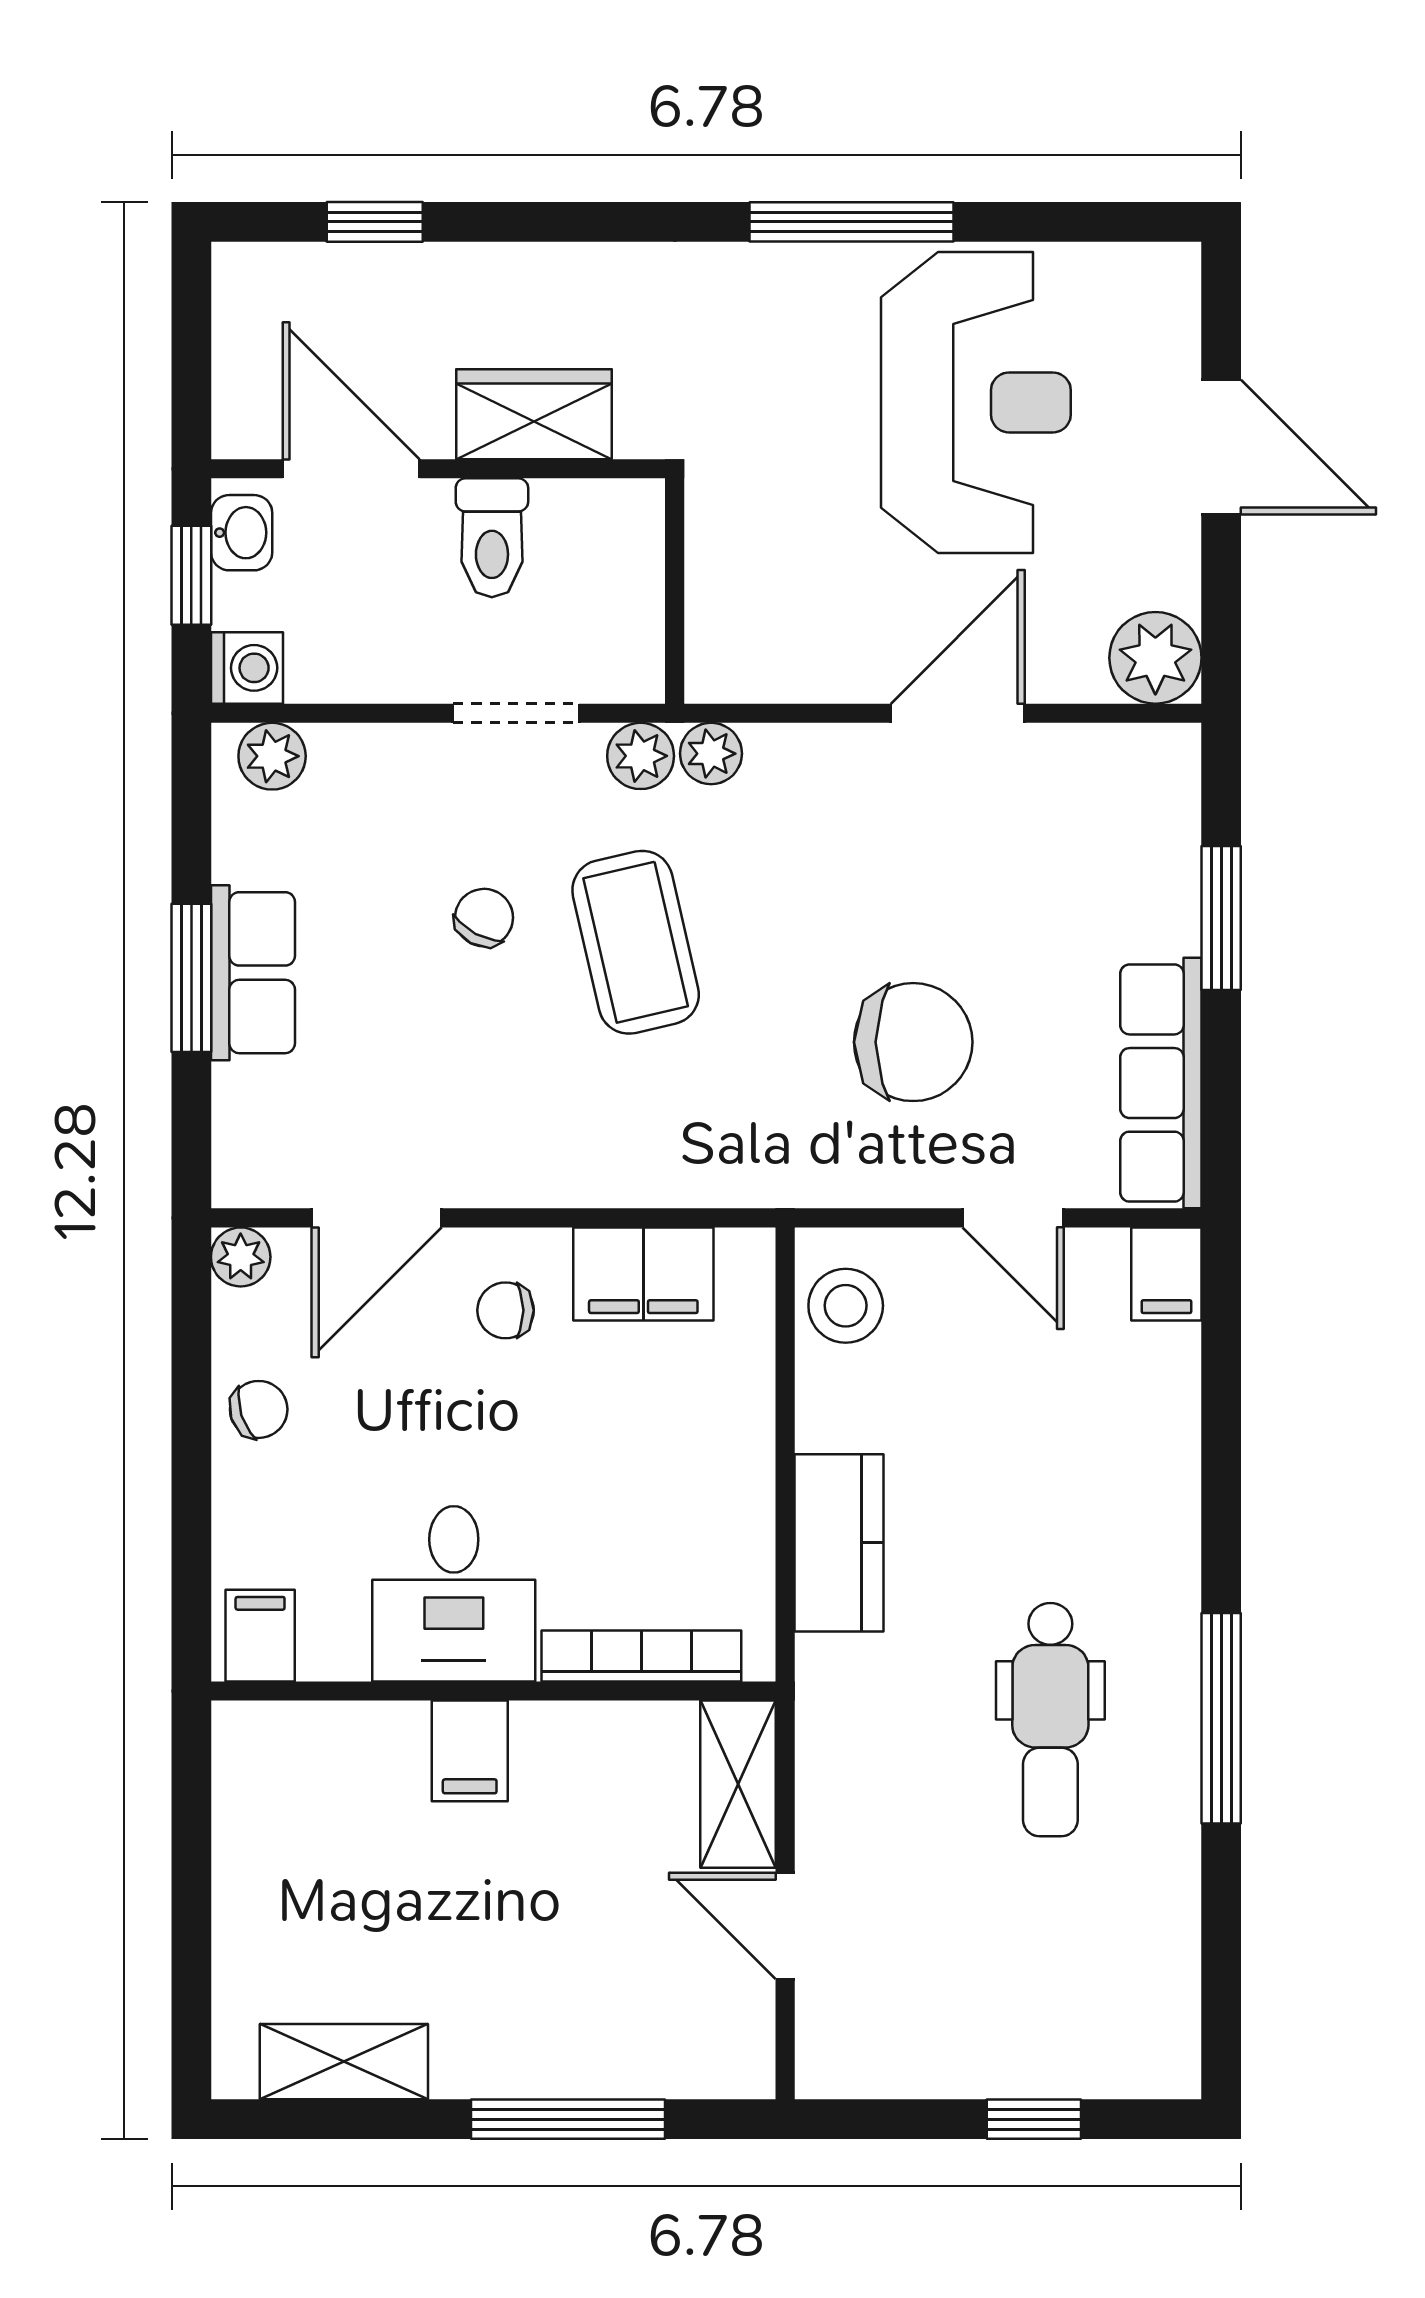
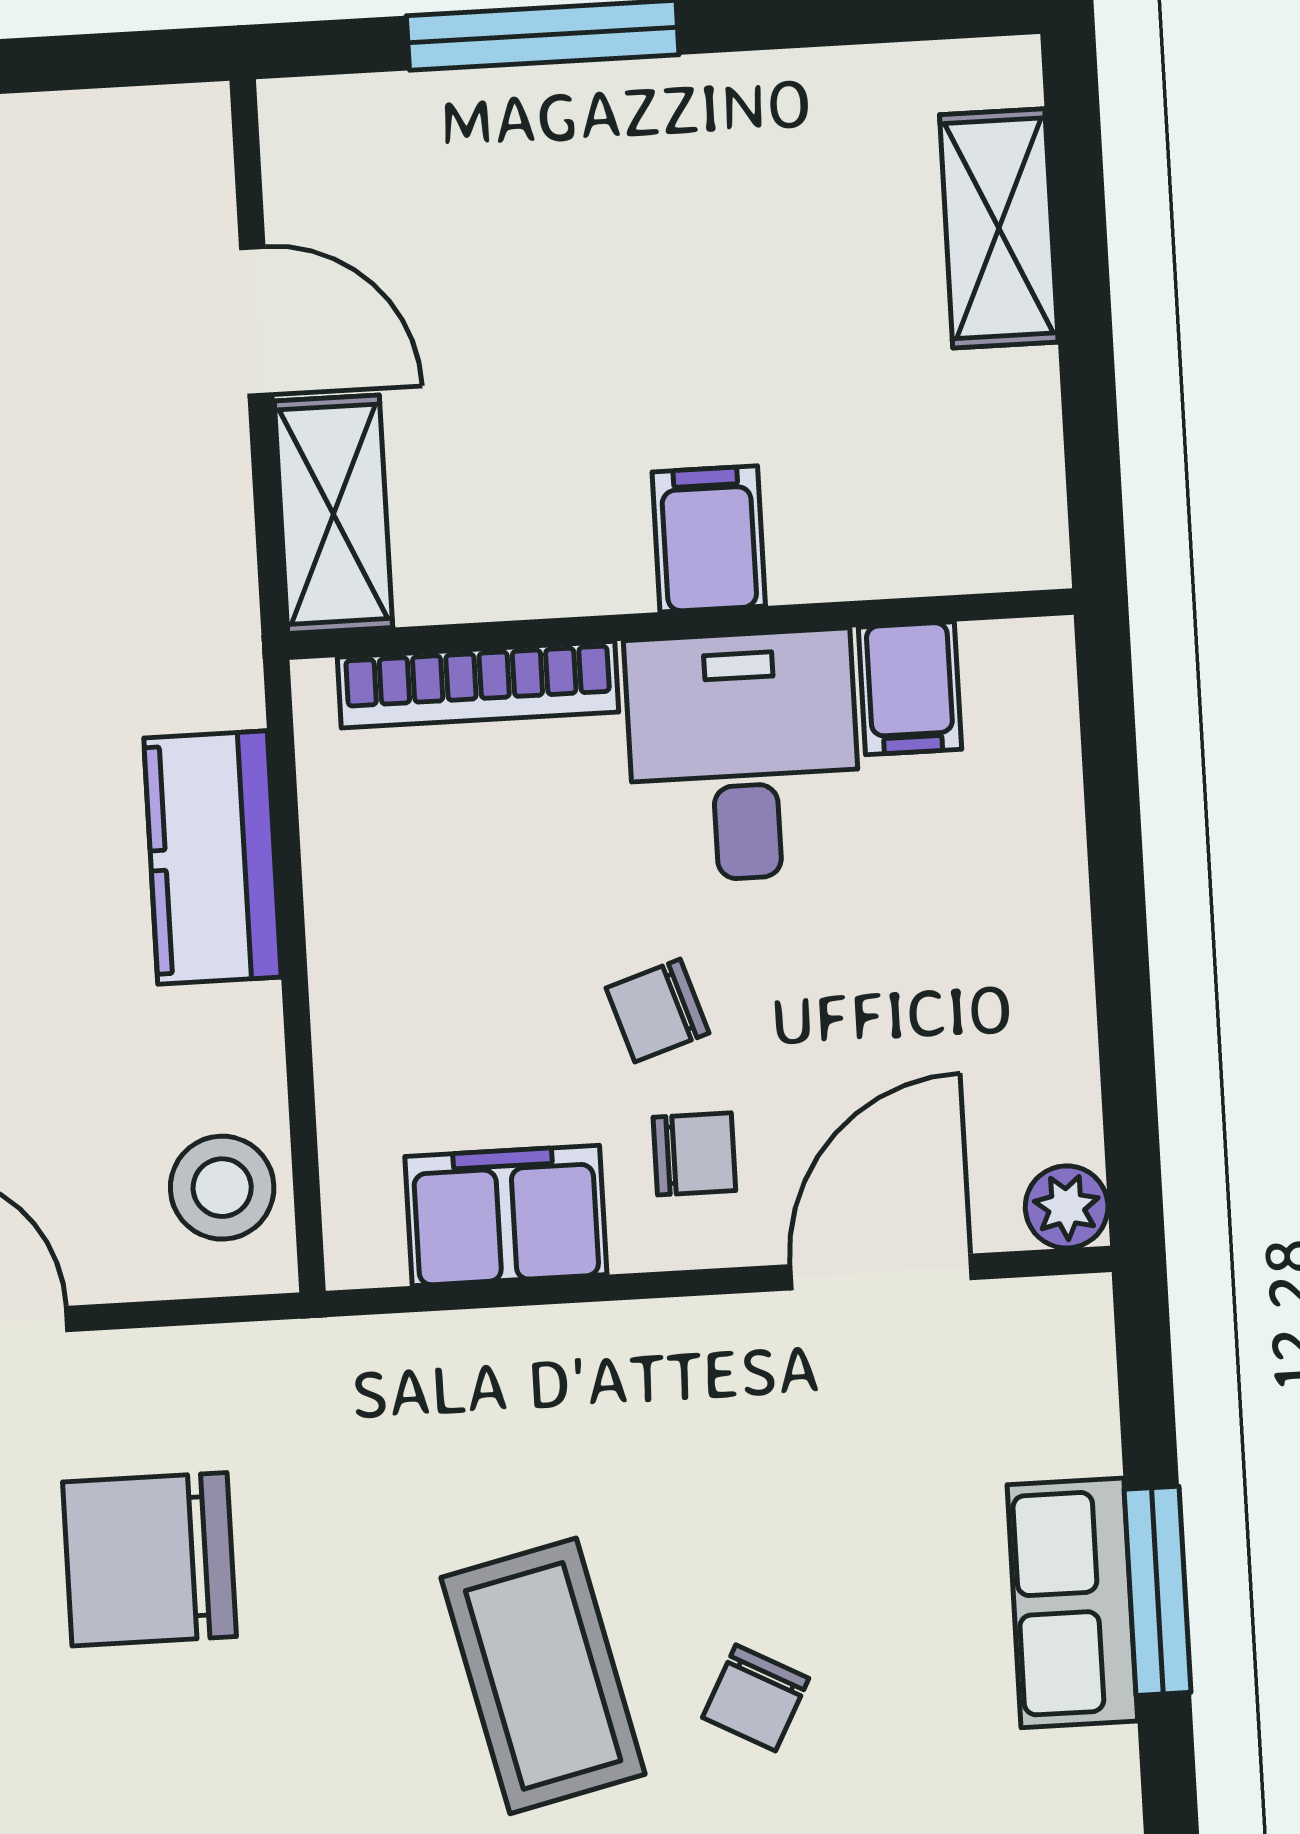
chair: (259, 1409) -> (658, 1011), moved
filing cabinet: (260, 1636) -> (910, 688), moved
shelving: (344, 2062) -> (999, 228), moved, turned 90

